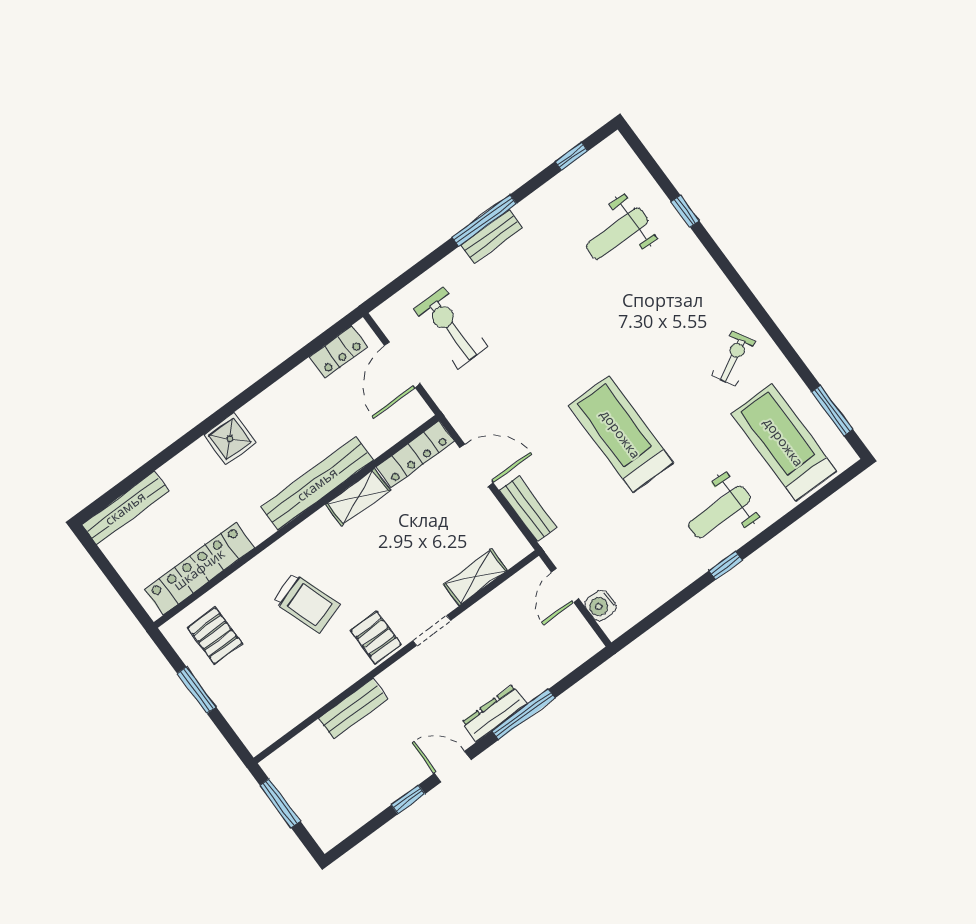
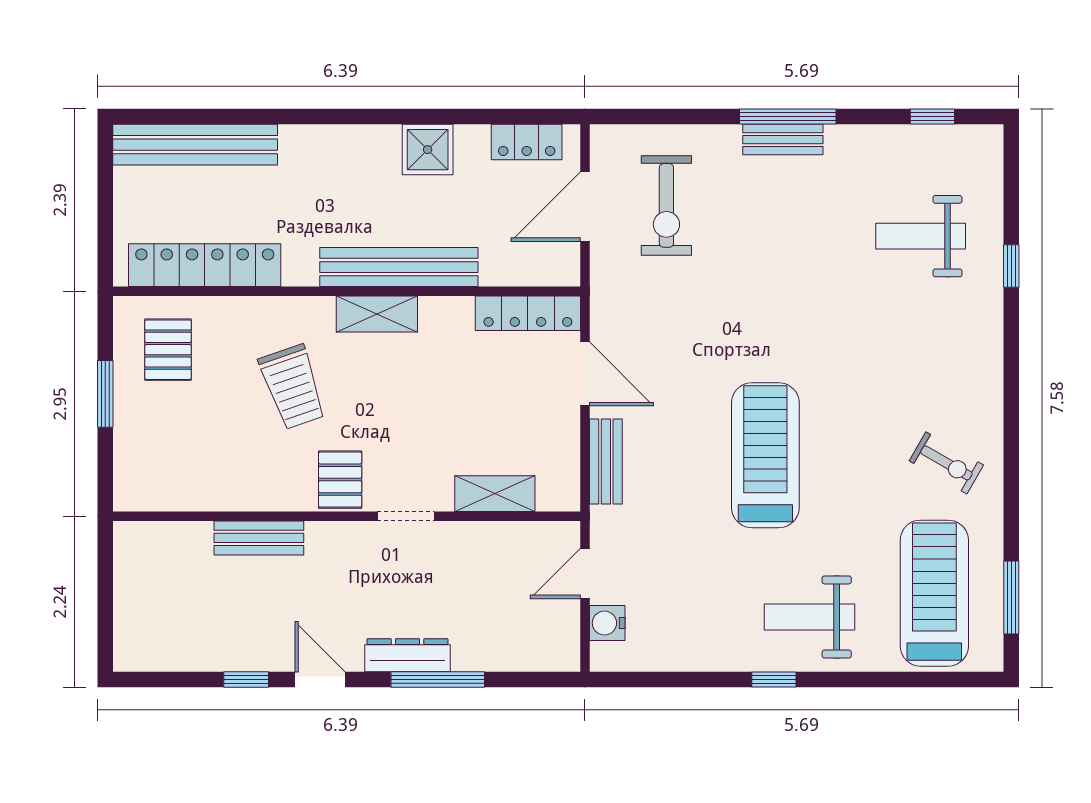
exercise bike: (451, 328) -> (666, 205), turned 180
exercise bike: (733, 359) -> (946, 463), turned 59
shower: (230, 439) -> (428, 150), moved
shelving: (358, 497) -> (377, 314), moved
bench: (125, 508) -> (195, 145), width x1.37, depth x1.21
window: (280, 803) -> (105, 582), removed

